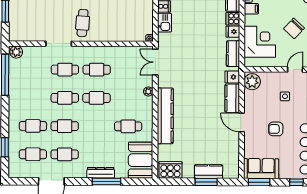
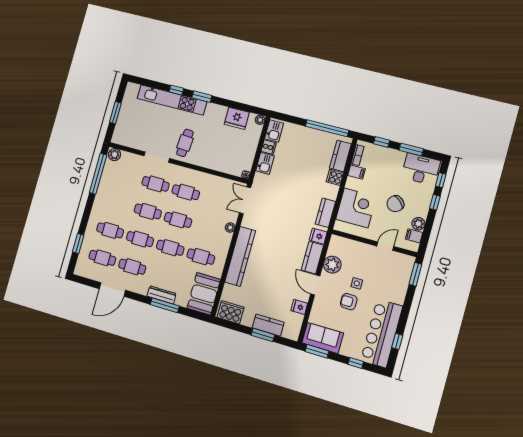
fridge: (233, 32) -> (299, 307), moved
plant: (252, 82) -> (332, 265), moved
side table: (285, 96) -> (357, 283), moved
cafe table: (96, 126) -> (170, 248), added

